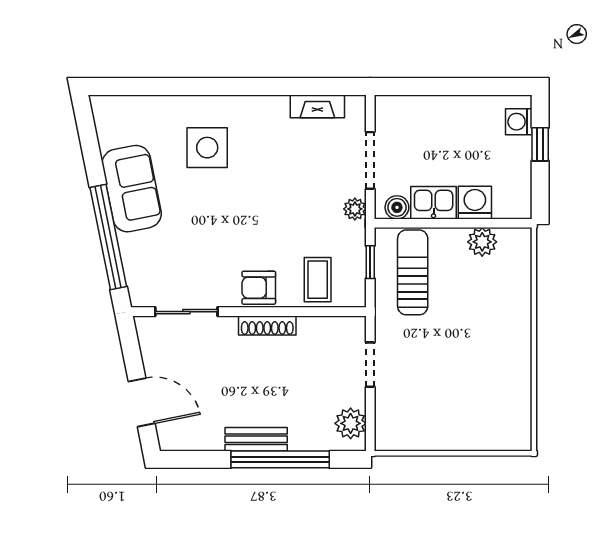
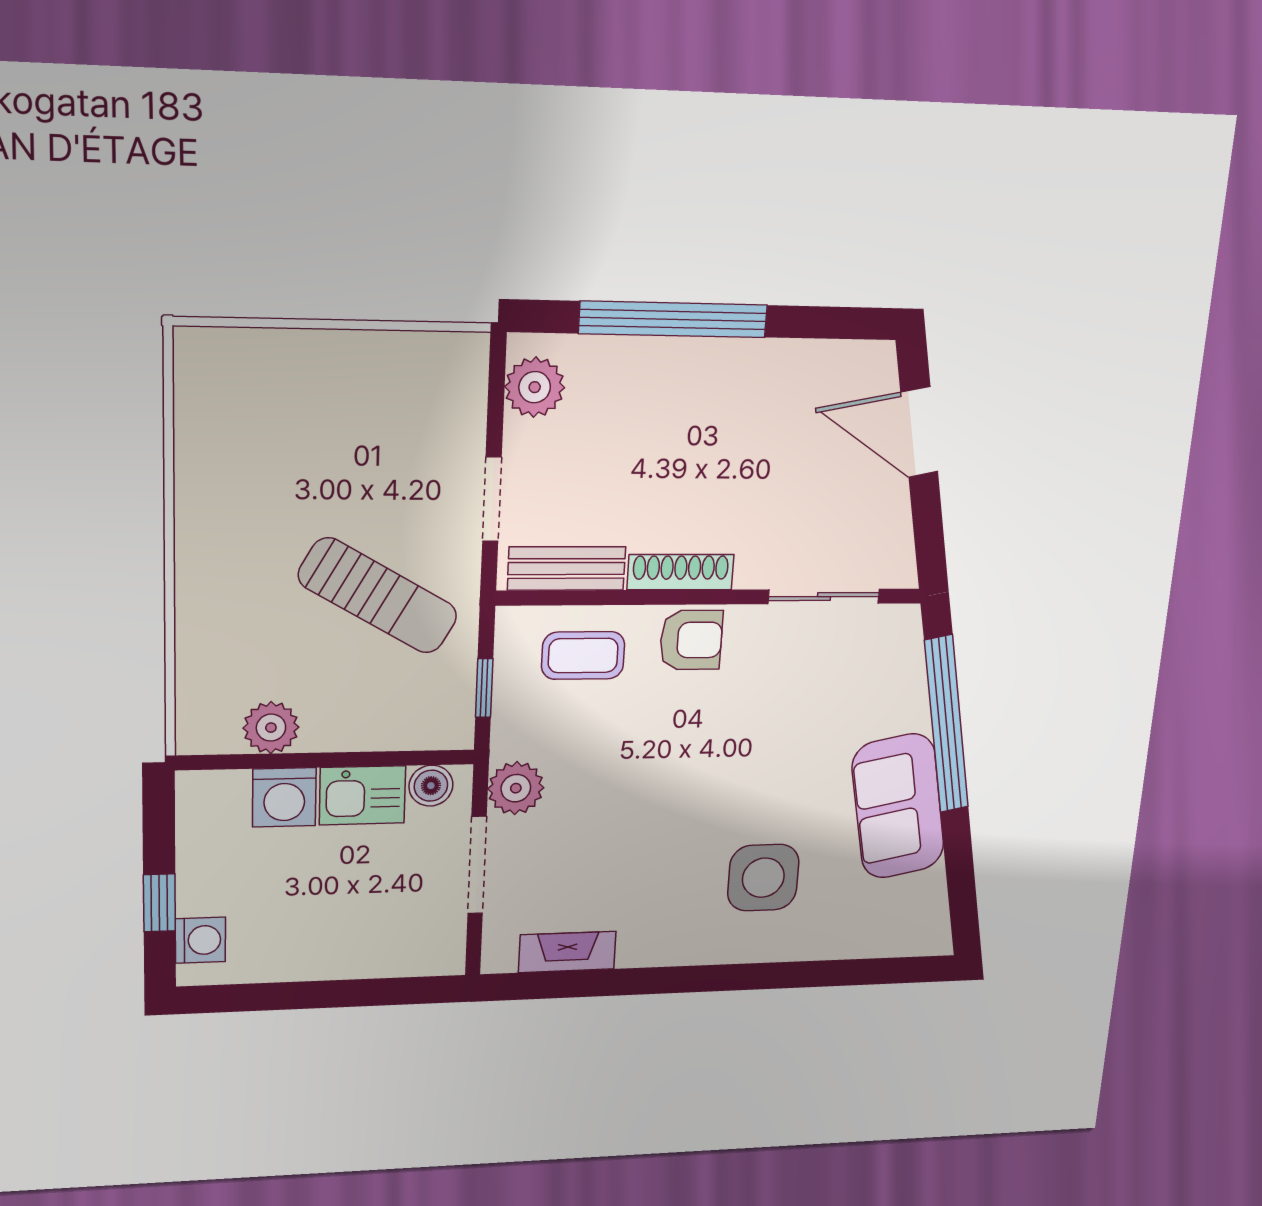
plant: (355, 209) -> (516, 788), width x1.38, depth x1.38
sun lounger: (413, 272) -> (378, 596), moved, turned -60
coffee table: (318, 280) -> (583, 655), turned 90
bench: (256, 439) -> (567, 569), moved

